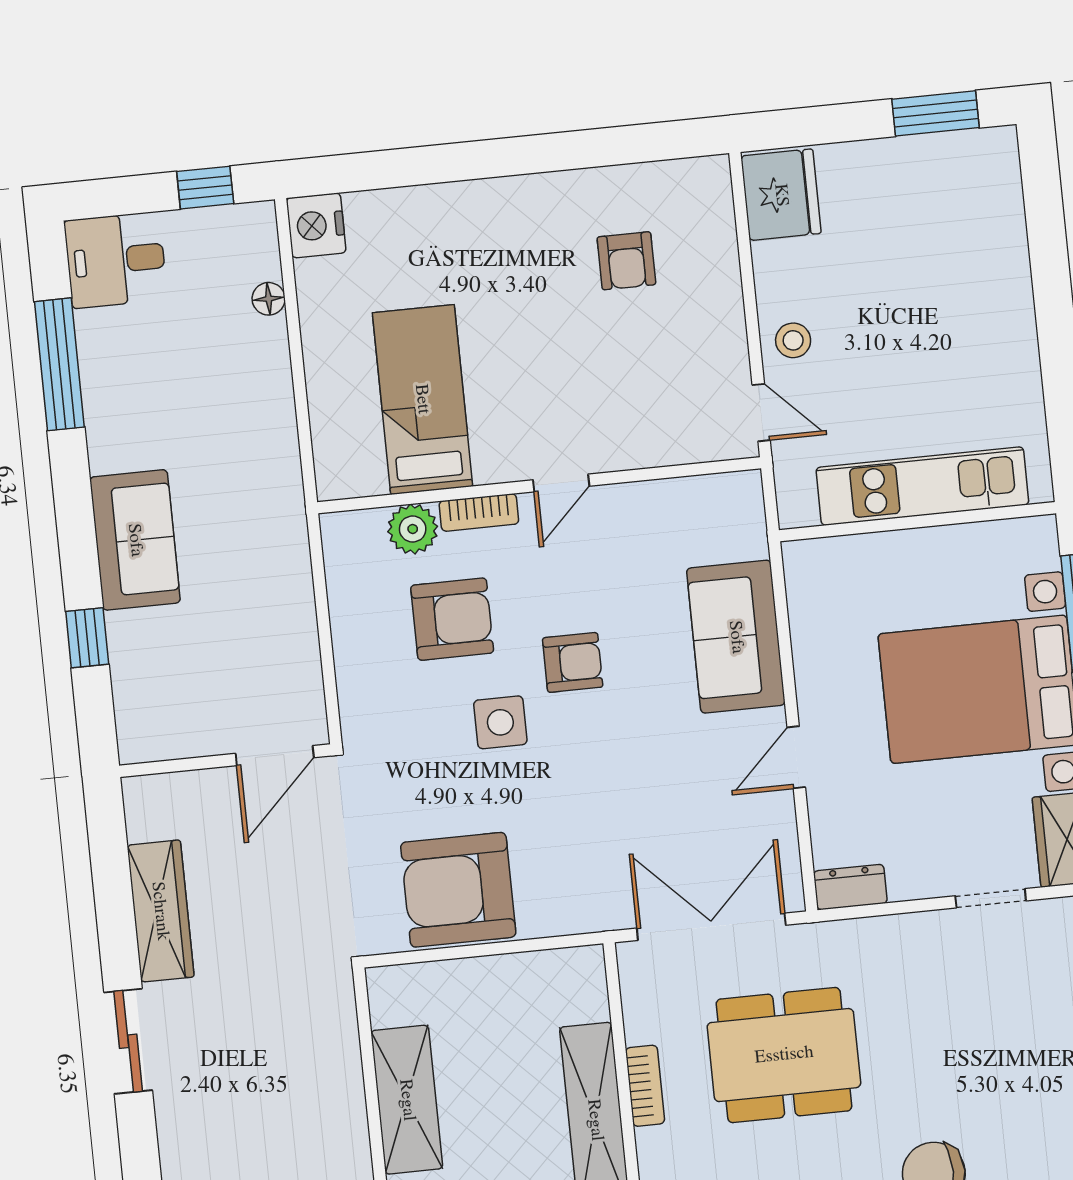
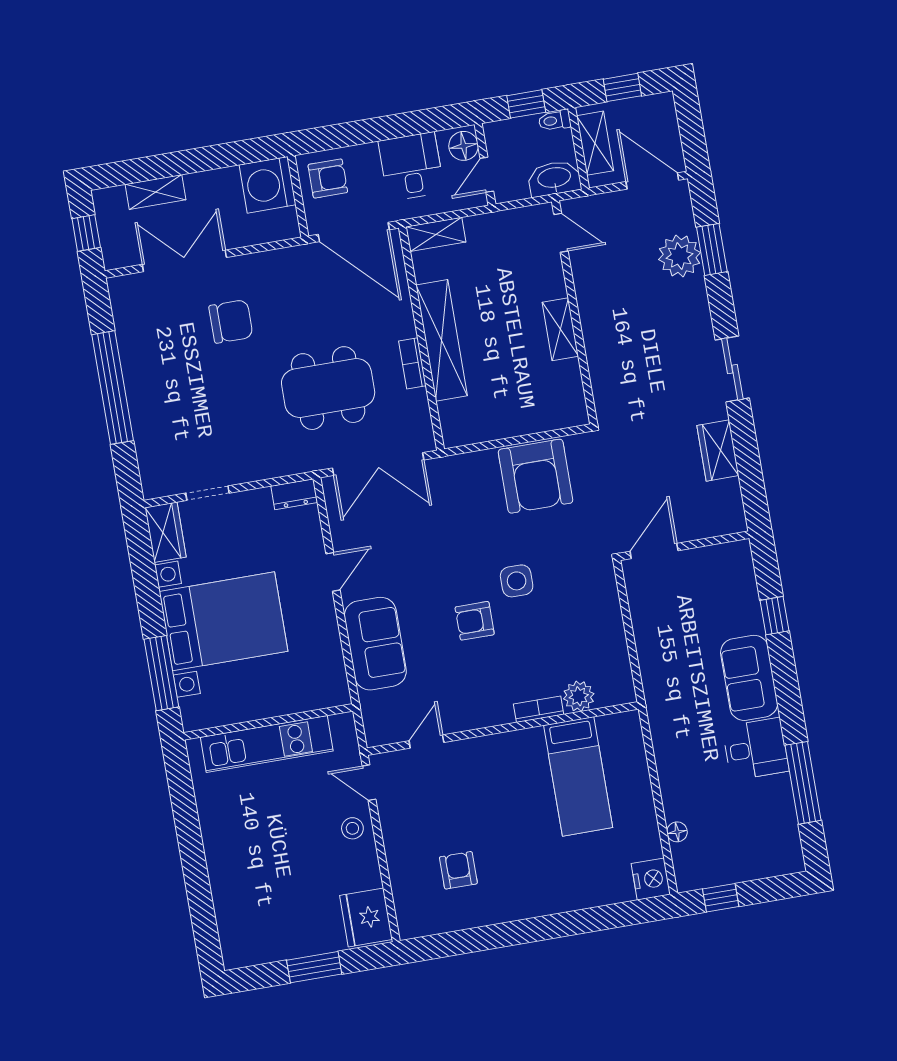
window: (935, 113) -> (314, 967), moved
desk: (116, 260) -> (756, 749), moved
door: (561, 483) -> (426, 742), moved
armchair: (452, 619) -> (551, 642), removed
armchair: (458, 890) -> (536, 476), turned 90
wardrobe: (160, 911) -> (718, 451), width x0.67
shelving: (407, 1100) -> (560, 329), width x0.67, depth x0.75

